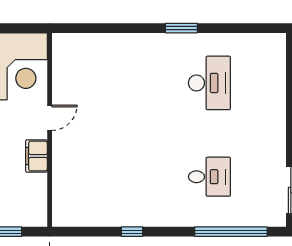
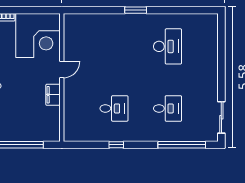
window: (181, 28) -> (136, 10), moved
desk: (128, 177) -> (114, 108), added

